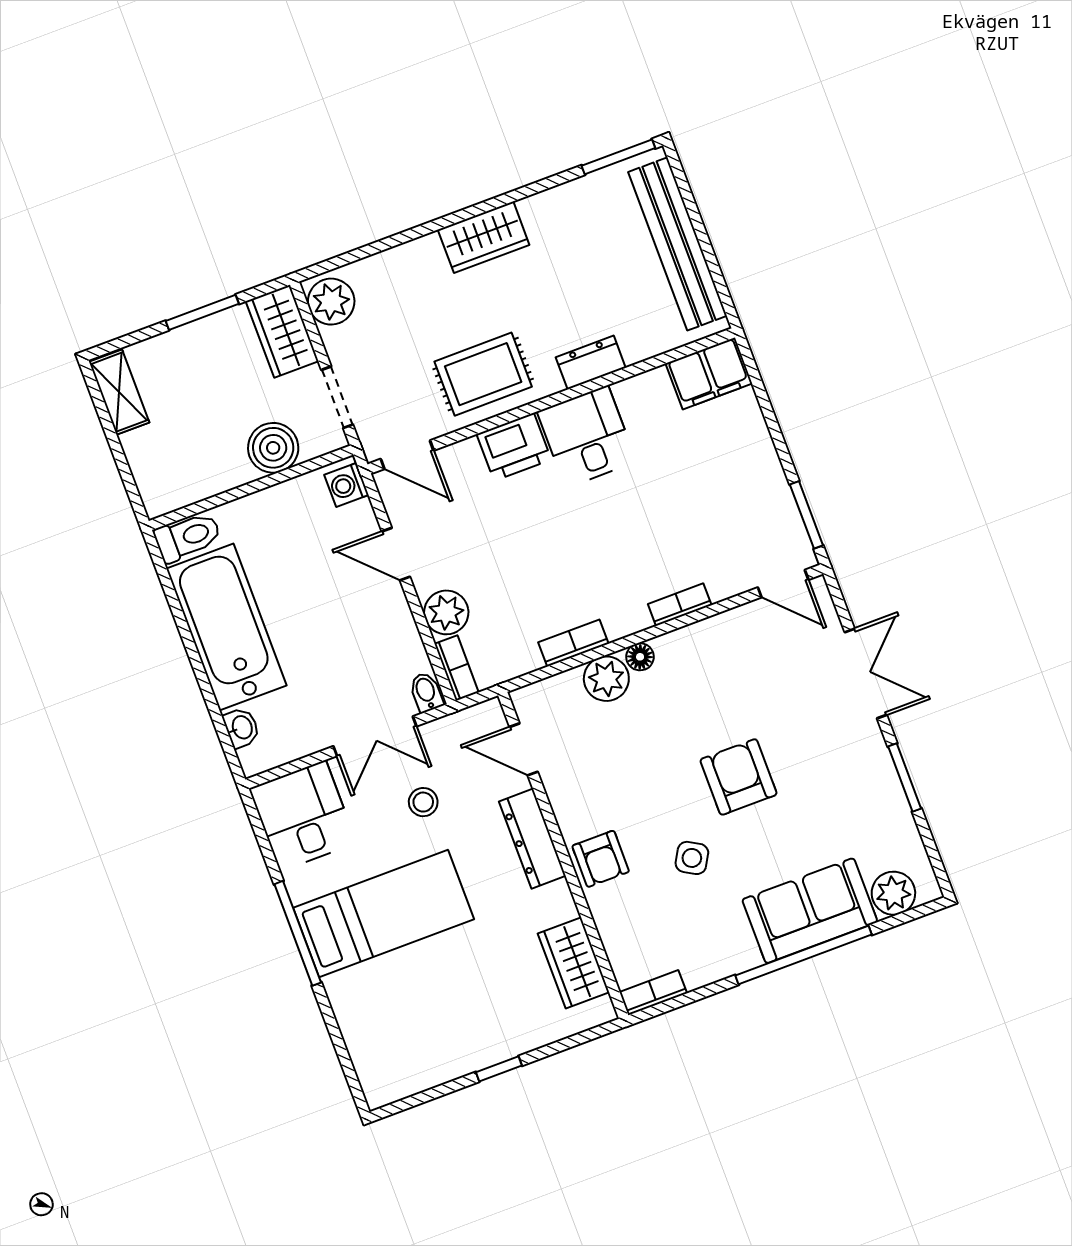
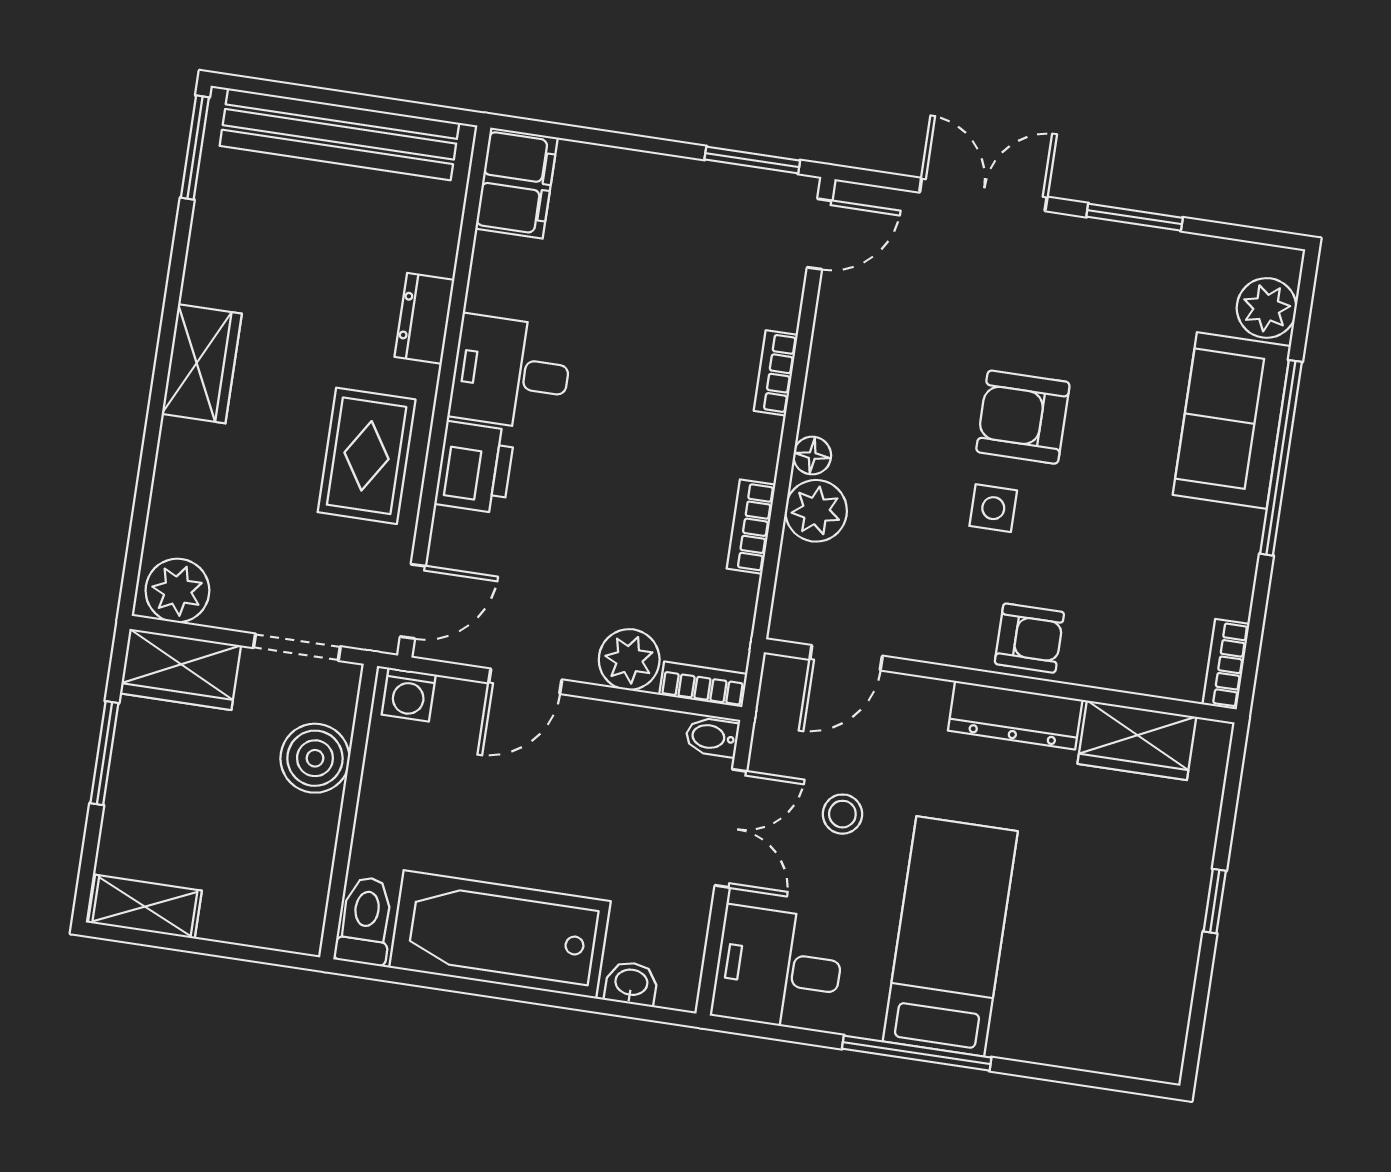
dresser: (532, 839) -> (1015, 715), moved
side table: (692, 858) -> (993, 508), moved, turned -30

